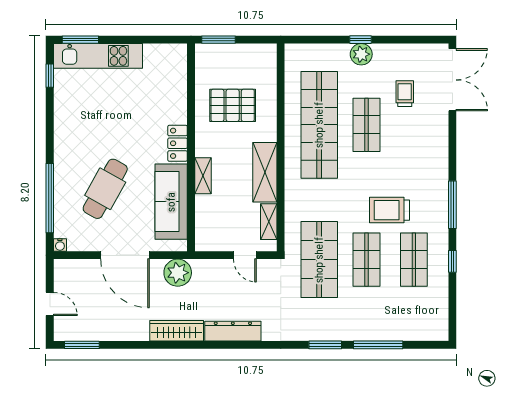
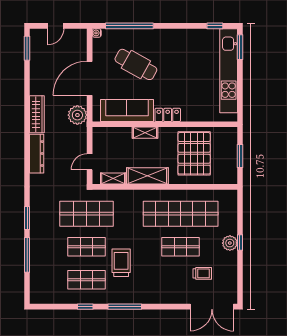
window: (219, 40) -> (240, 156), moved
kitchen unit: (98, 56) -> (229, 71), width x1.36
pallet: (233, 105) -> (194, 153), width x1.37, depth x1.41

